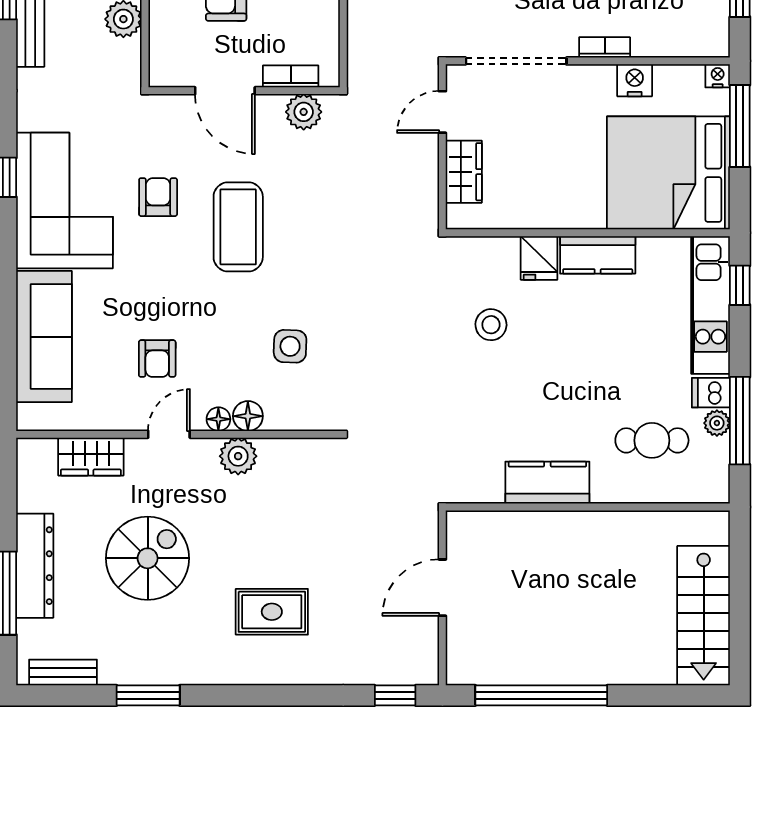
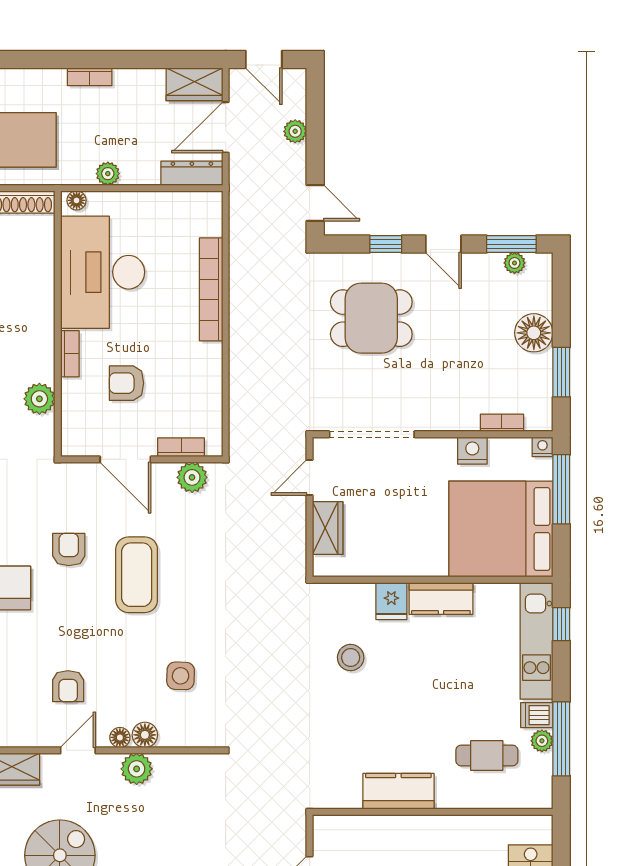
bookcase: (605, 47) -> (502, 423), moved

